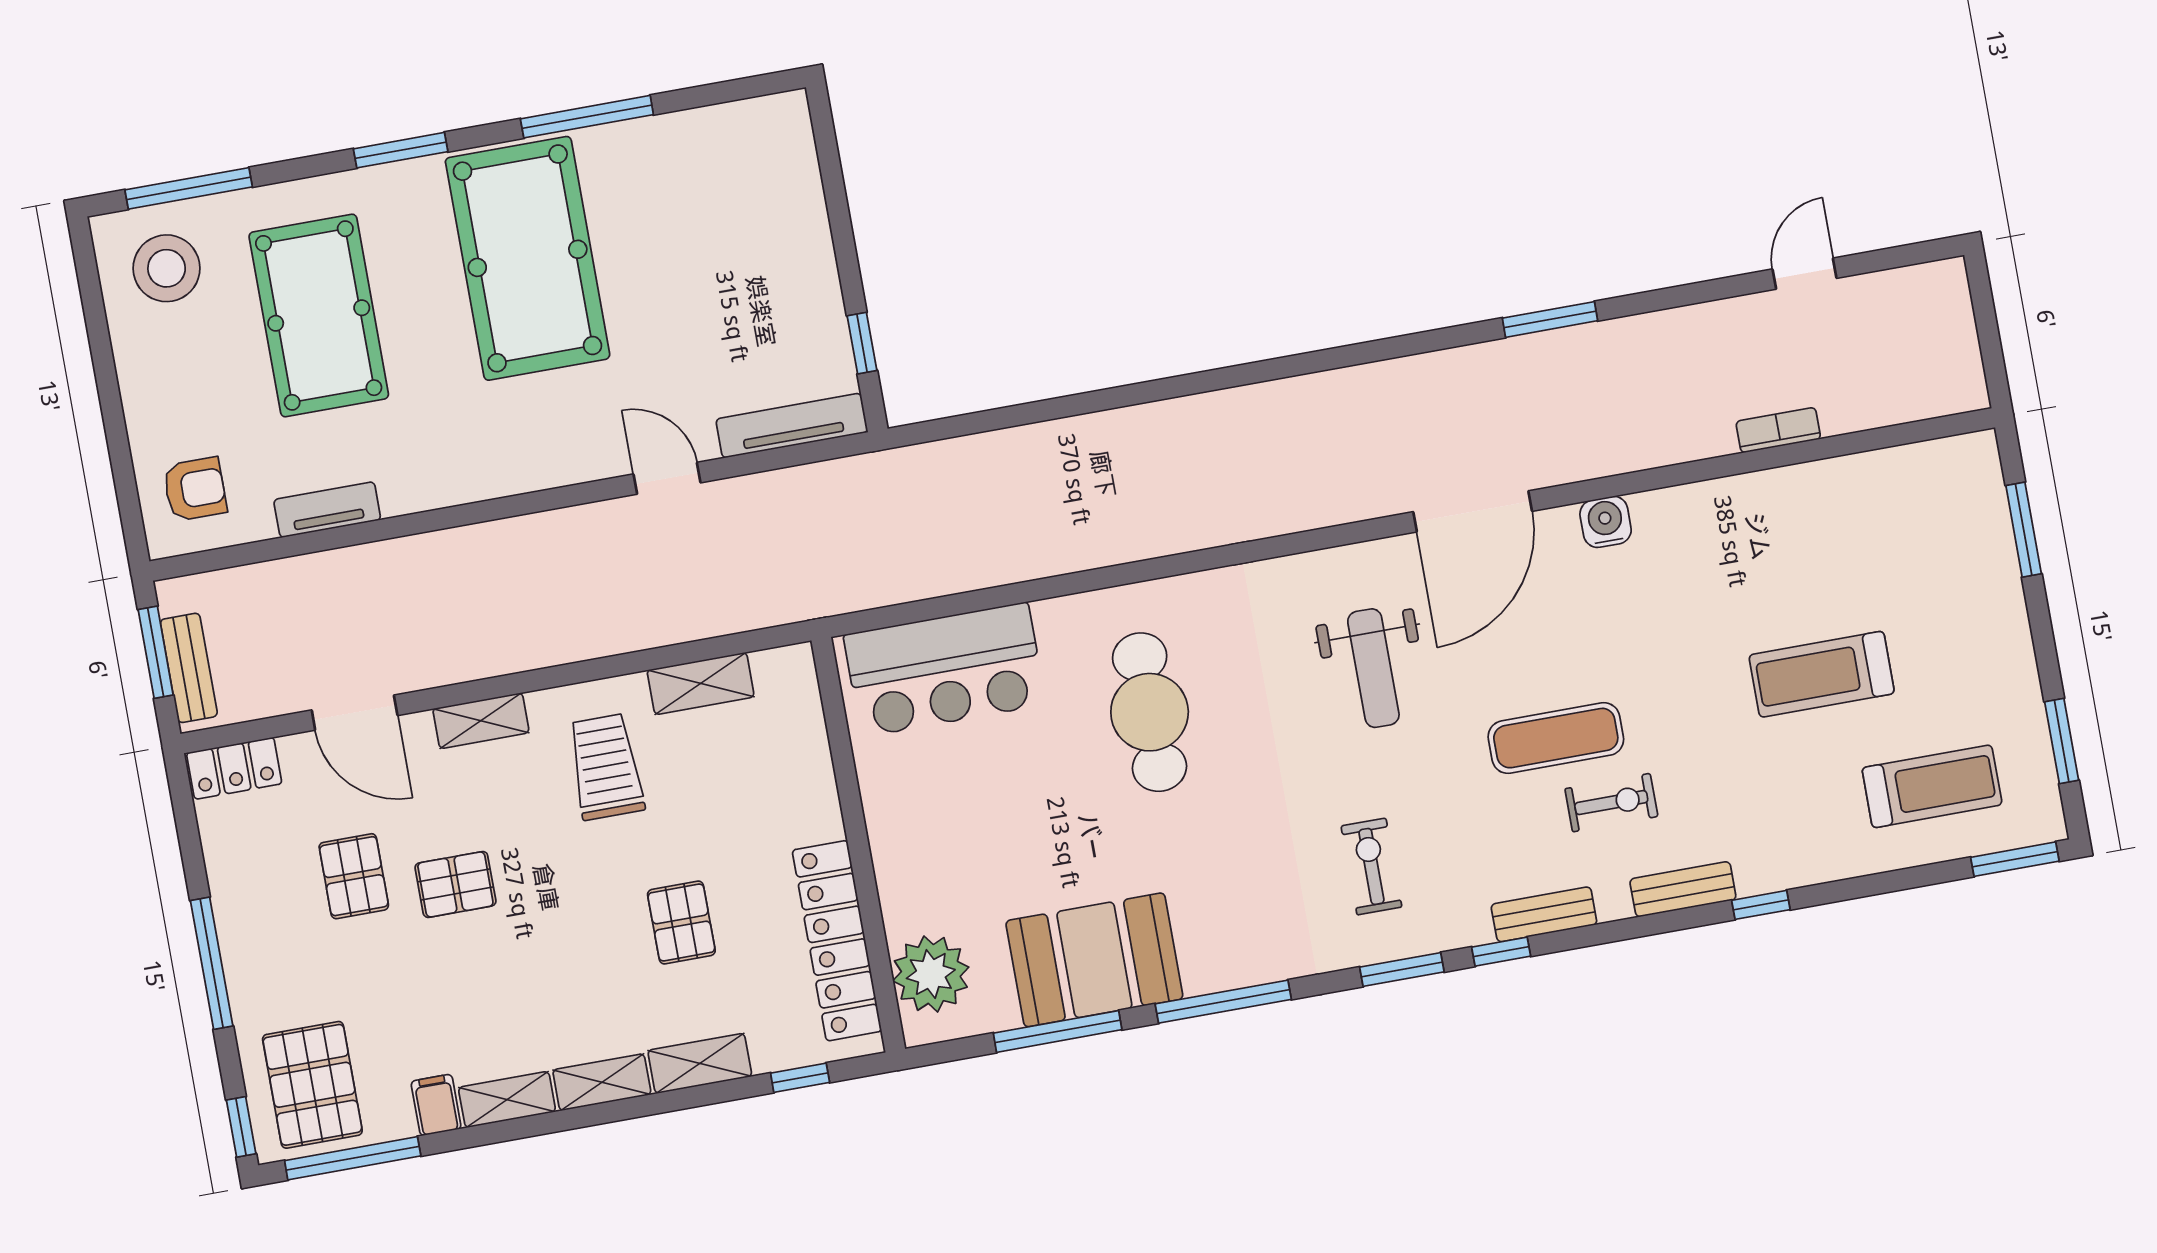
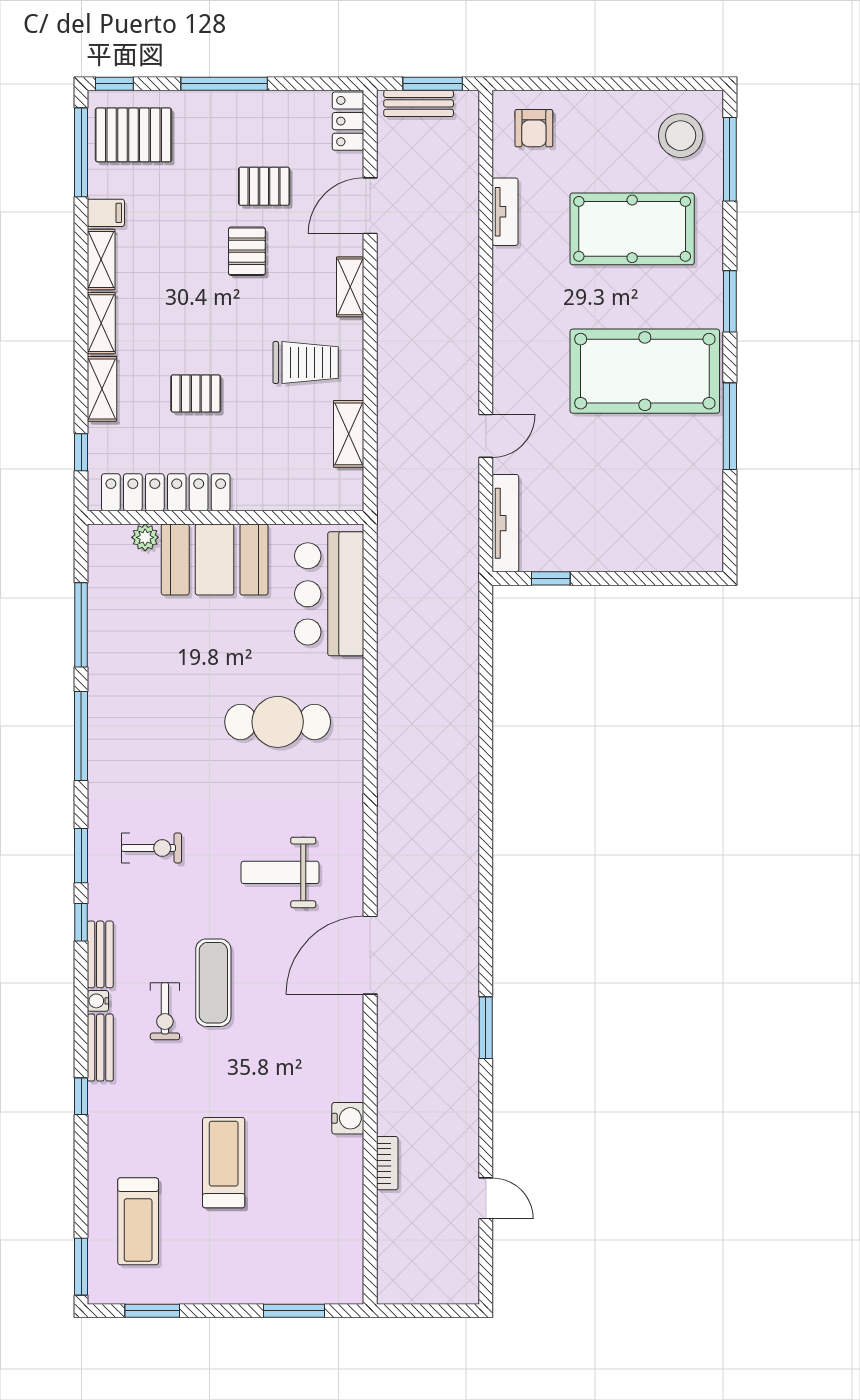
door: (1473, 511) -> (370, 955), hinge flipped
water cooler: (1606, 522) -> (348, 1118), moved
water cooler: (1614, 905) -> (98, 1001), added
booth: (1094, 960) -> (215, 559), moved, turned 90
plant: (931, 974) -> (145, 537), width x0.53, depth x0.53

